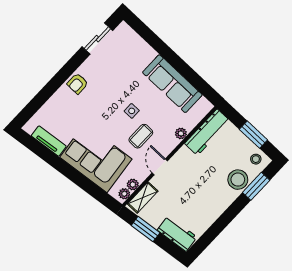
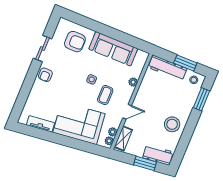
sliding door: (97, 39) -> (42, 48), moved
armchair: (129, 57) -> (75, 42), added
workbench: (207, 132) -> (167, 68), moved, turned 90
door: (160, 167) -> (127, 112), swing flipped
stool: (238, 180) -> (172, 124), moved
window: (146, 229) -> (145, 163), moved

